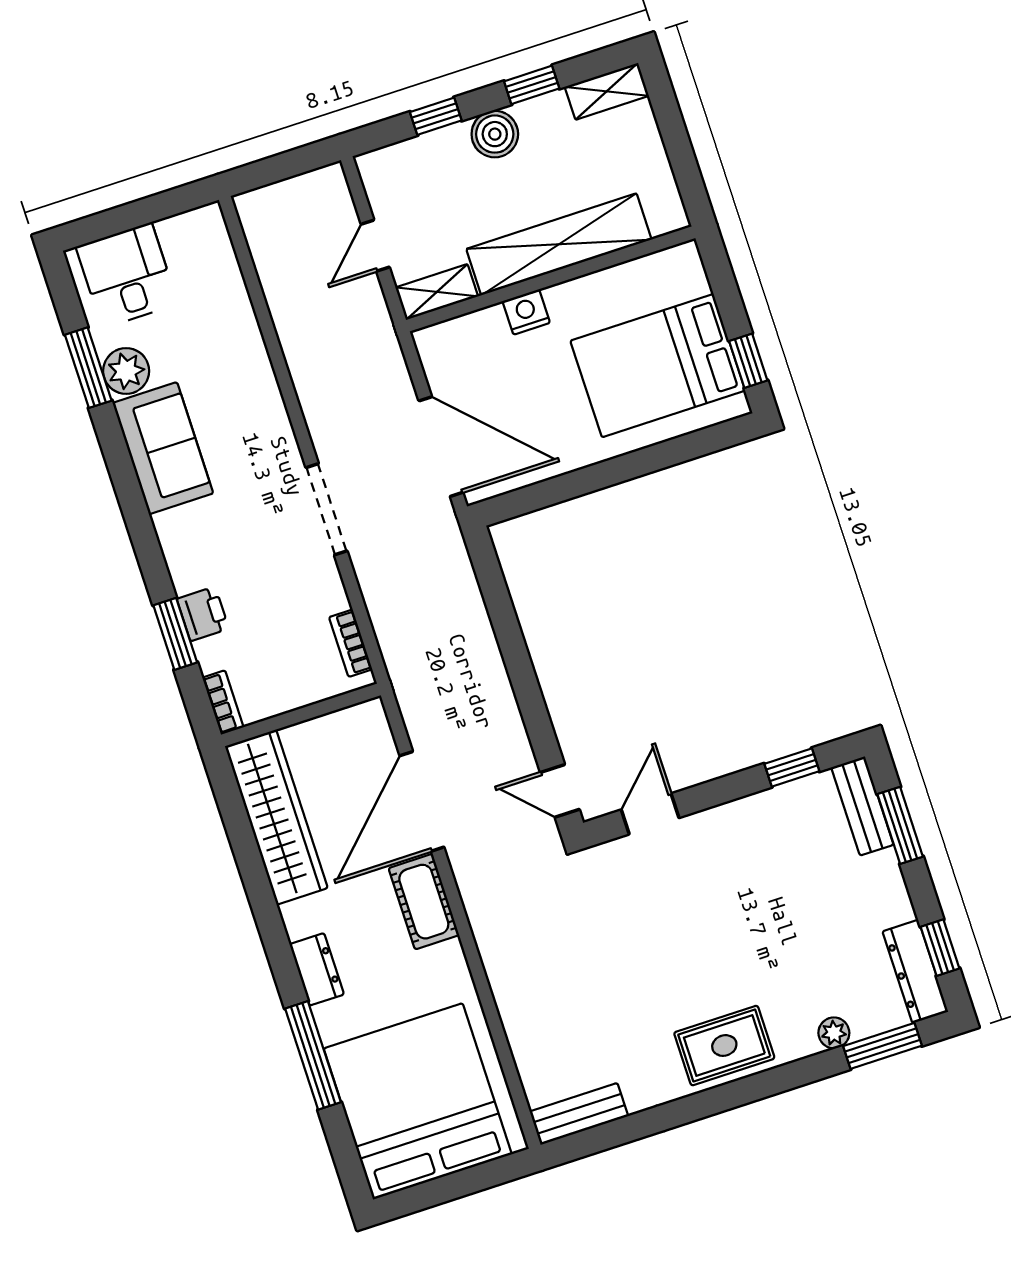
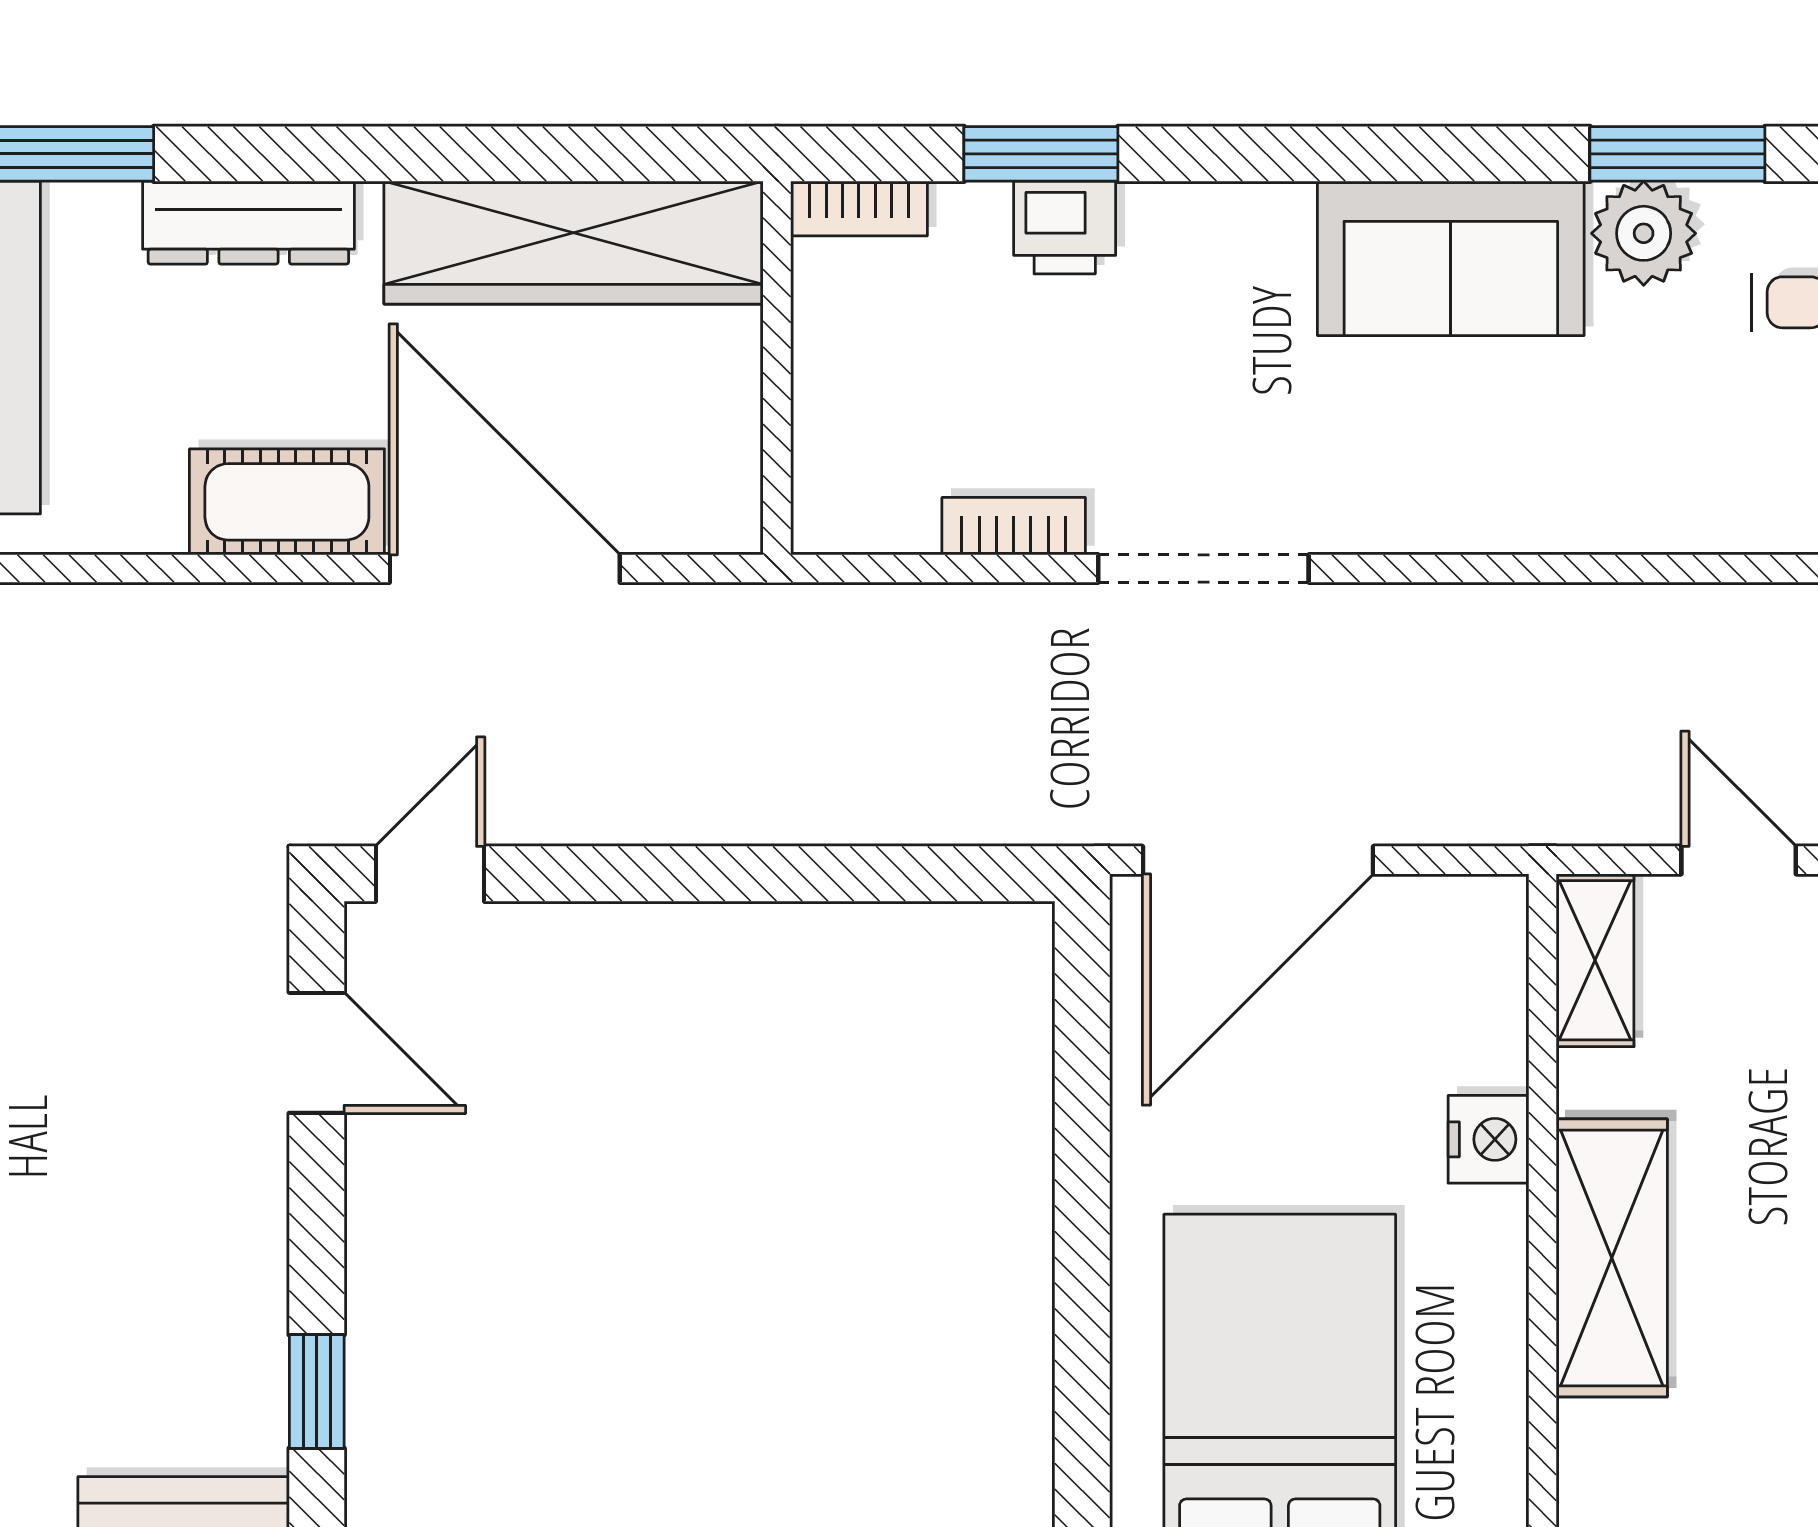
shelving: (559, 244) -> (1612, 1258), width x0.68
bookcase: (351, 643) -> (1014, 526), moved
dresser: (317, 969) -> (248, 223), width x1.44

